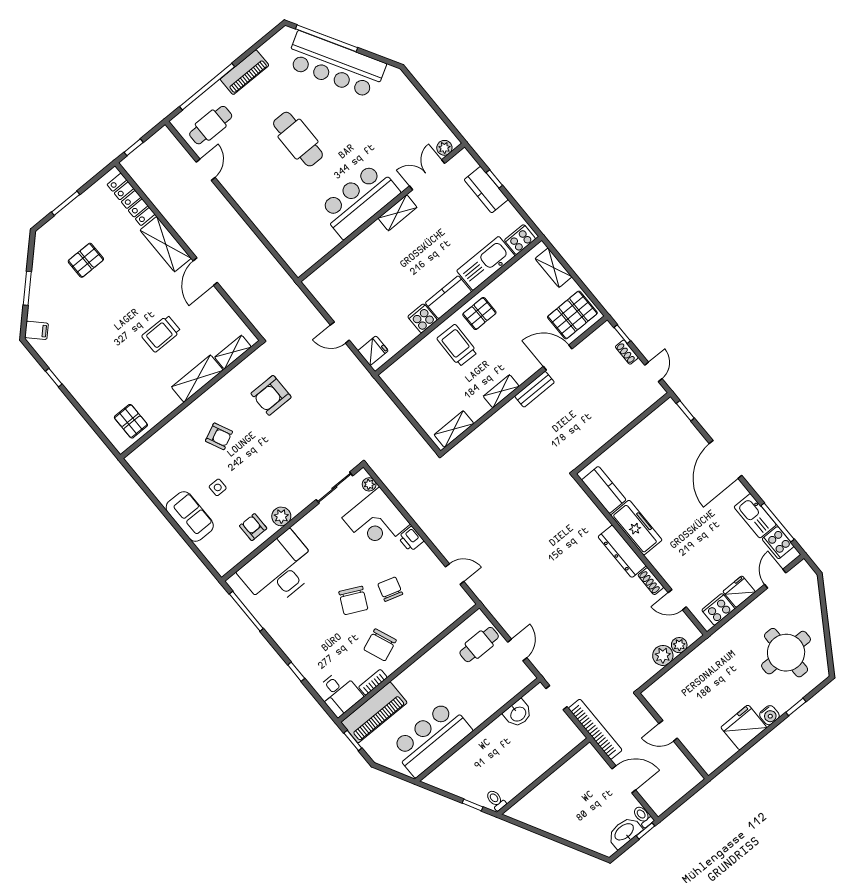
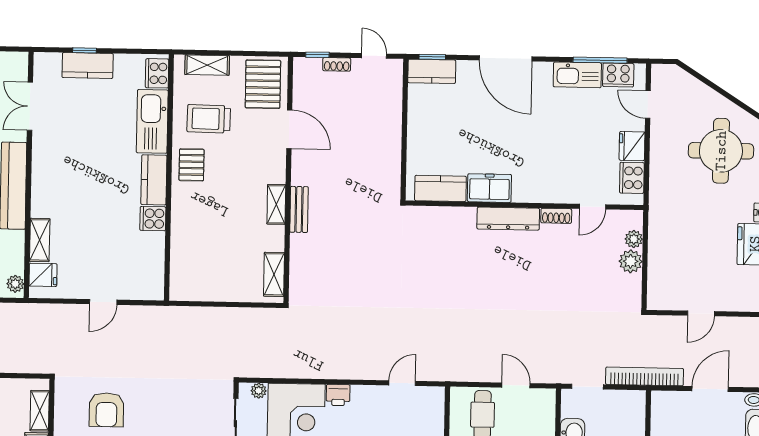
plant: (444, 148) -> (15, 284), moved
shelving: (398, 213) -> (40, 240), moved
trolley: (457, 345) -> (209, 119), moved
fridge: (373, 351) -> (43, 275), moved, turned 90
door: (558, 358) -> (289, 129), swing flipped
bench: (535, 389) -> (299, 209), moved
kitchen counter: (676, 418) -> (432, 71), added
freezer: (636, 528) -> (489, 188), width x0.71

